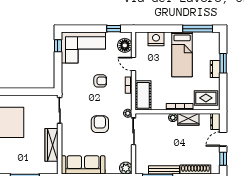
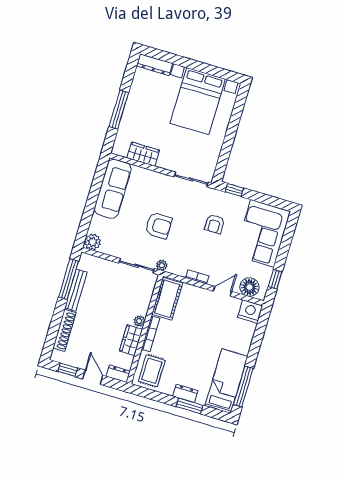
nightstand: (156, 39) -> (250, 311), moved, turned -90
window: (58, 46) -> (234, 190), moved
bed: (182, 54) -> (226, 381), moved, turned 90
armchair: (100, 81) -> (215, 224), moved
cot: (143, 95) -> (167, 299), moved, turned 90
wardrobe: (52, 145) -> (143, 154), width x0.67

